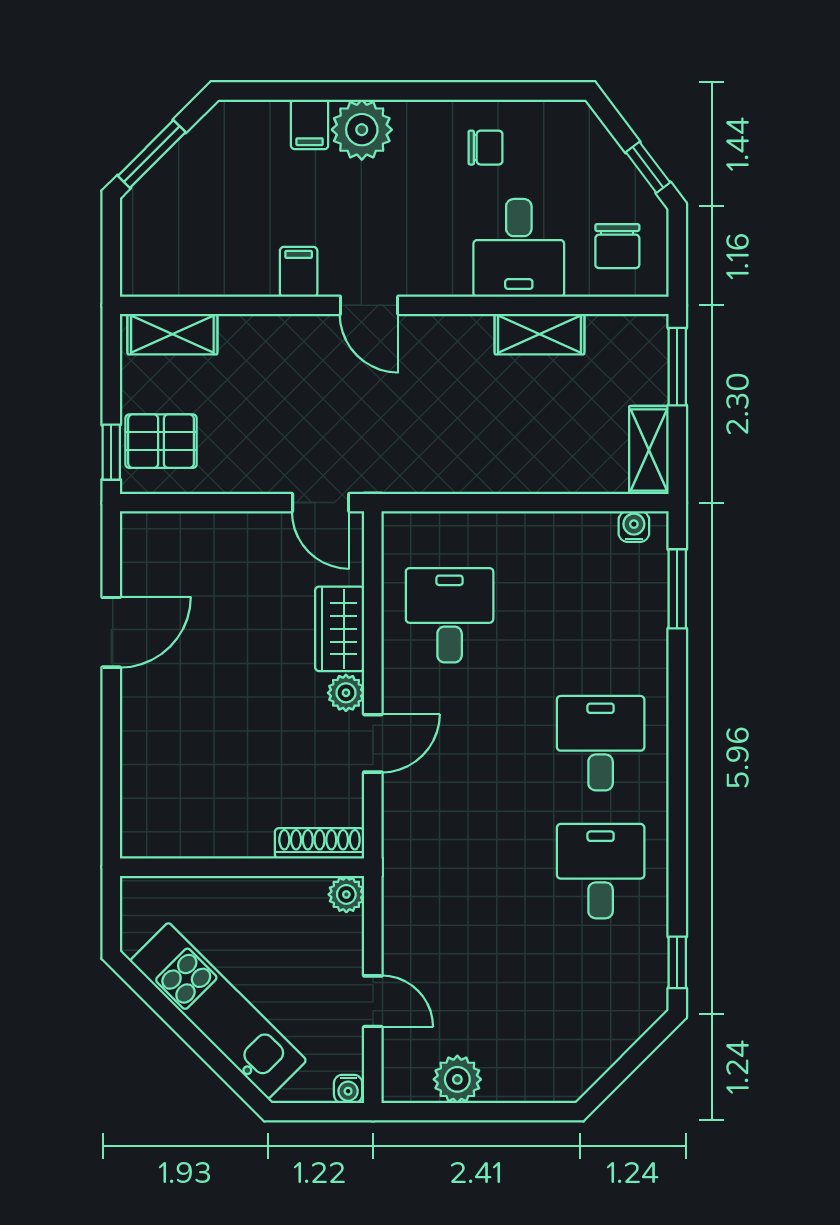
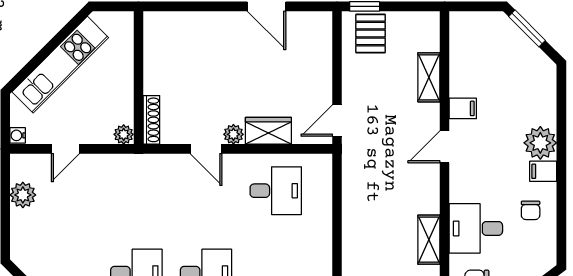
filing cabinet: (310, 124) -> (543, 171), moved
shelving: (172, 334) -> (429, 77), moved

